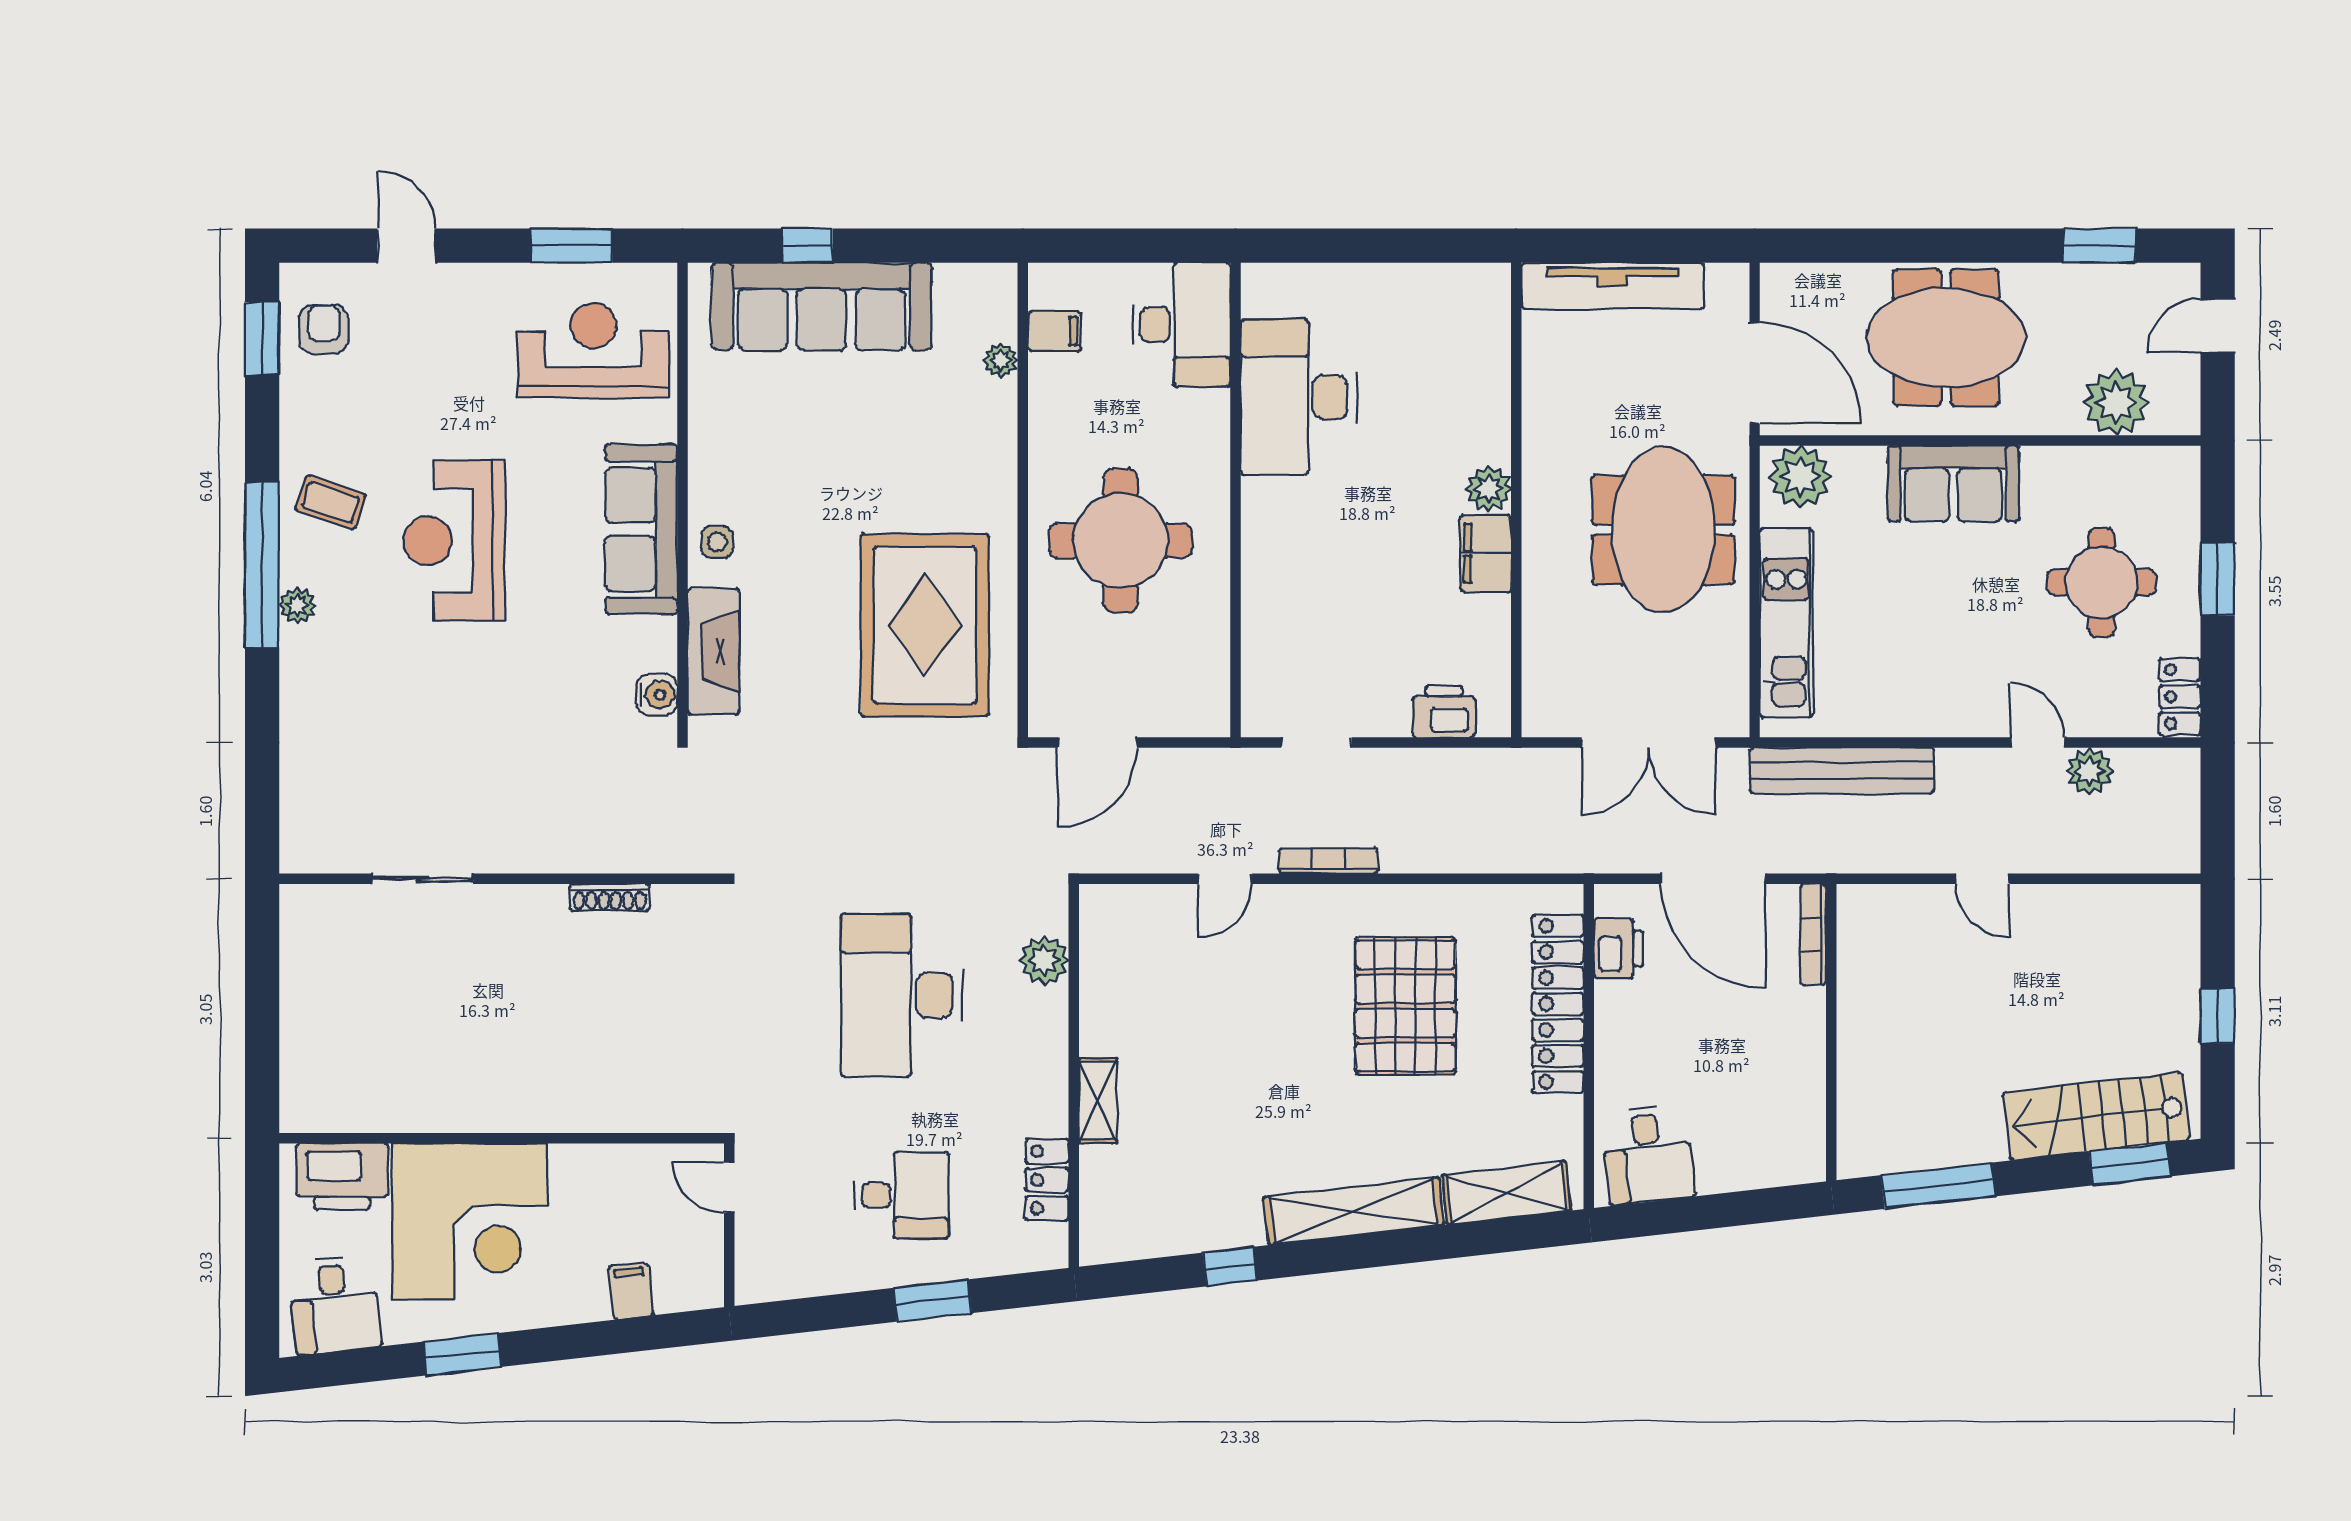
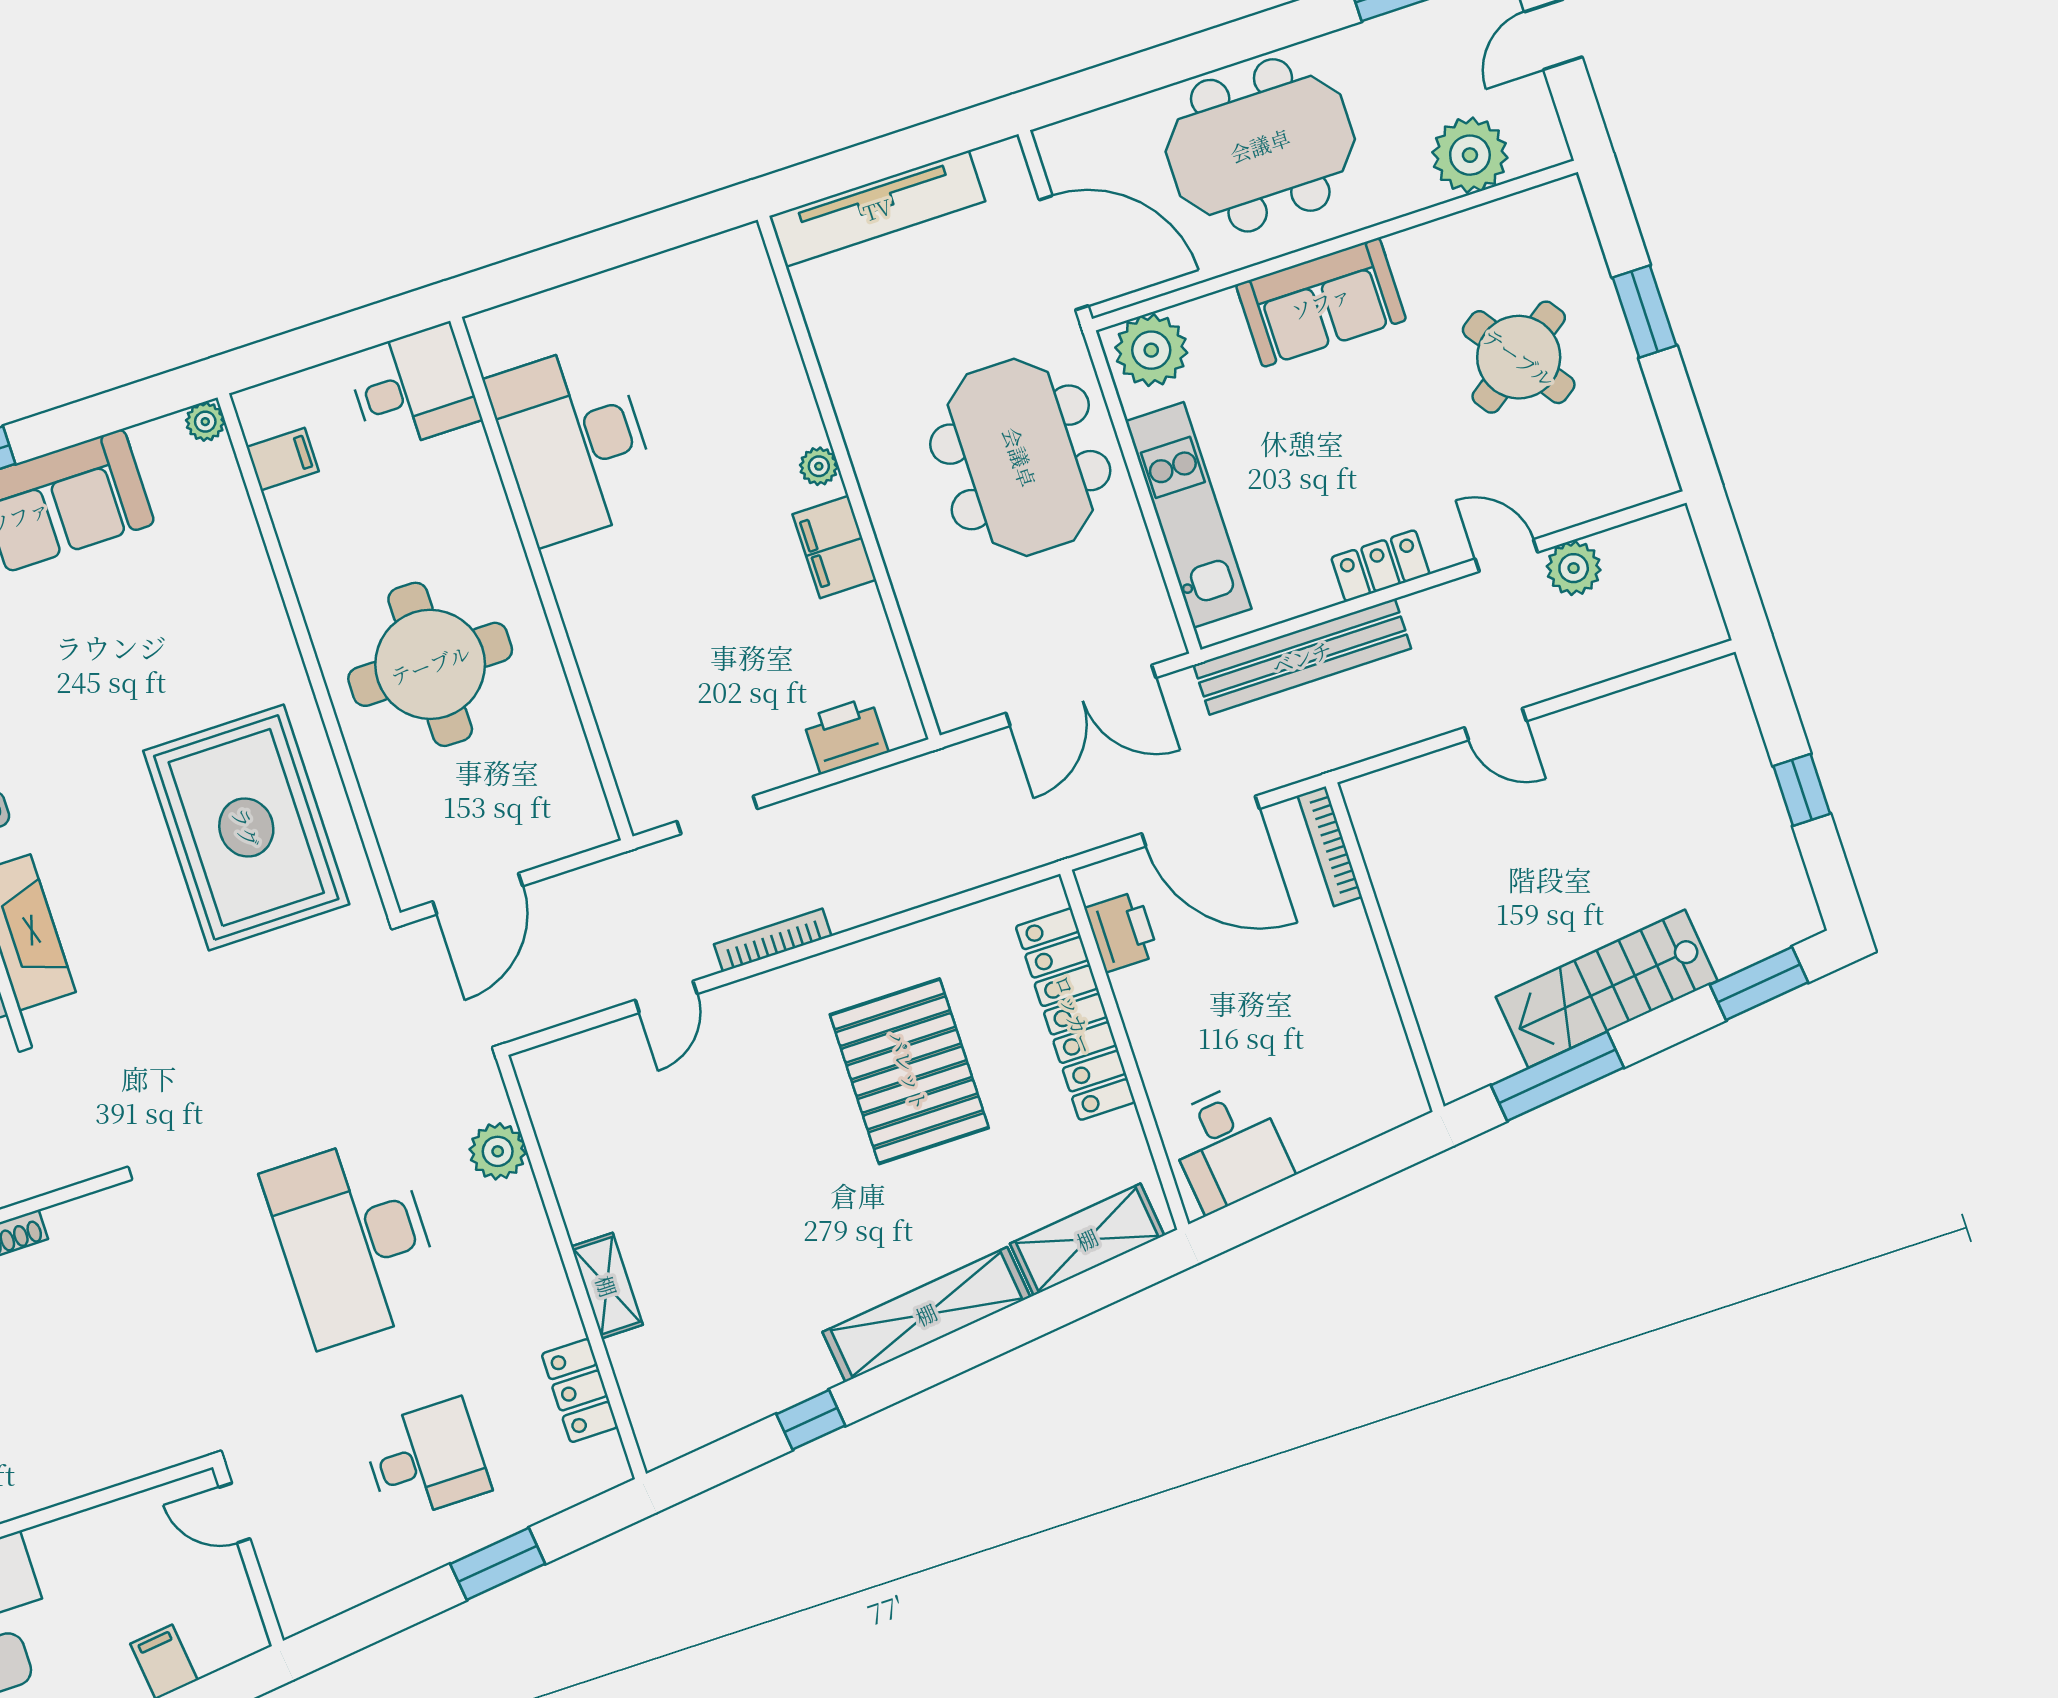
desk: (1182, 325) -> (413, 388), width x0.73
plant: (1001, 360) -> (205, 422), moved
plant: (1489, 489) -> (819, 466), width x0.73, depth x0.73
round table: (2101, 582) -> (1519, 357), turned -35
locker: (2180, 697) -> (1380, 566), moved, turned 90
stairs: (2096, 1116) -> (1607, 989), moved

